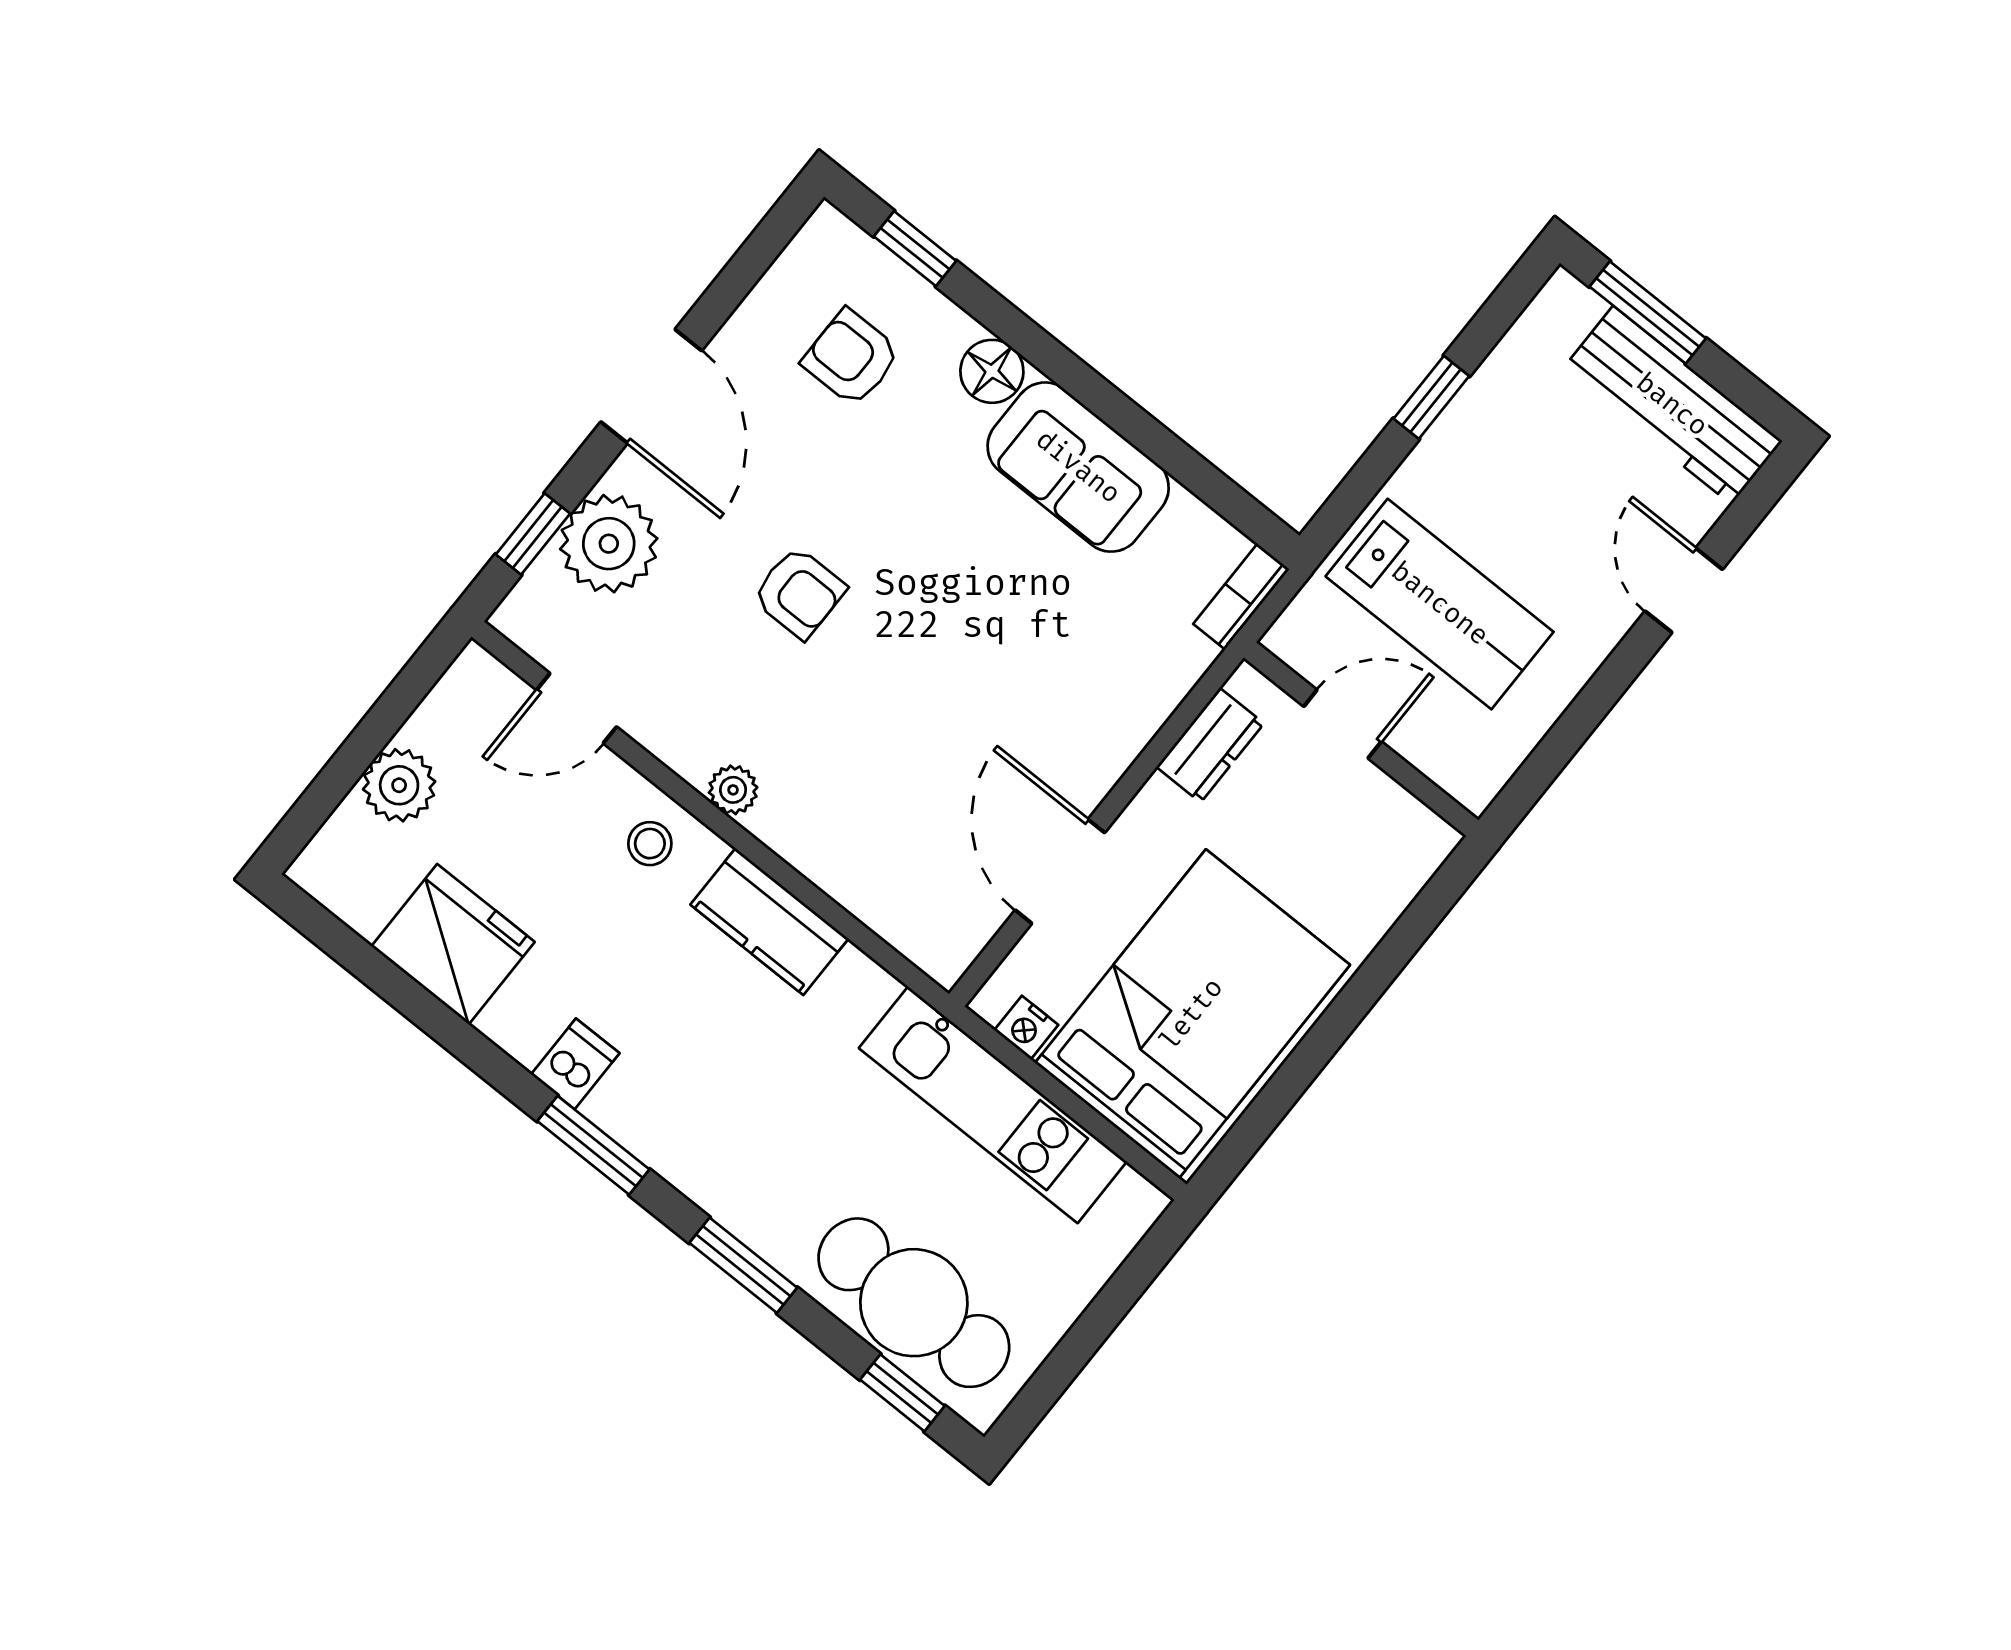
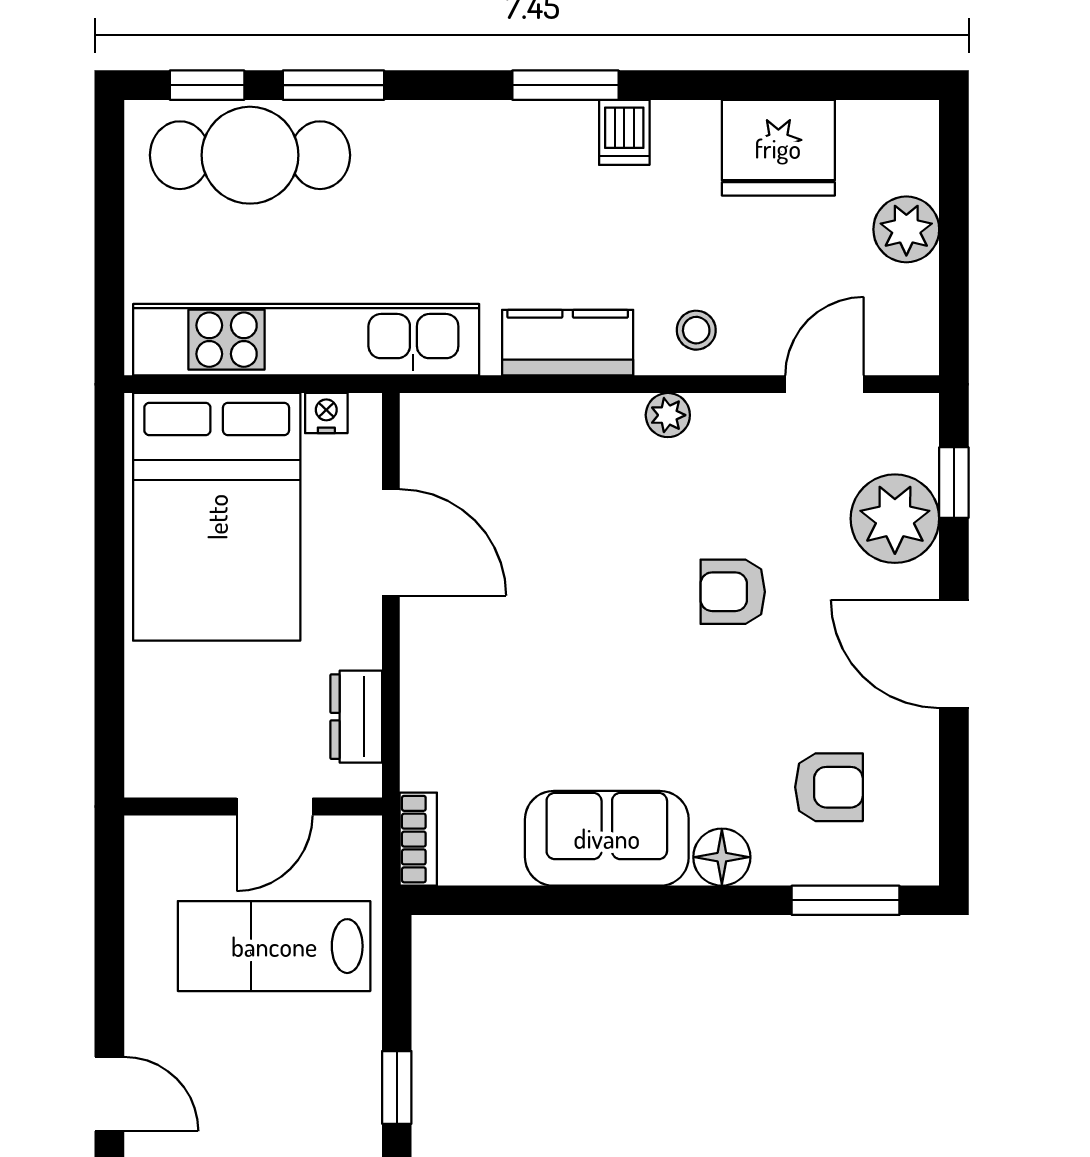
window: (915, 249) -> (846, 900), width x1.50
kitchen unit: (993, 1105) -> (306, 340), width x1.36
window: (743, 1265) -> (334, 85), moved

